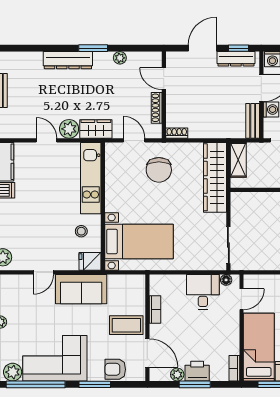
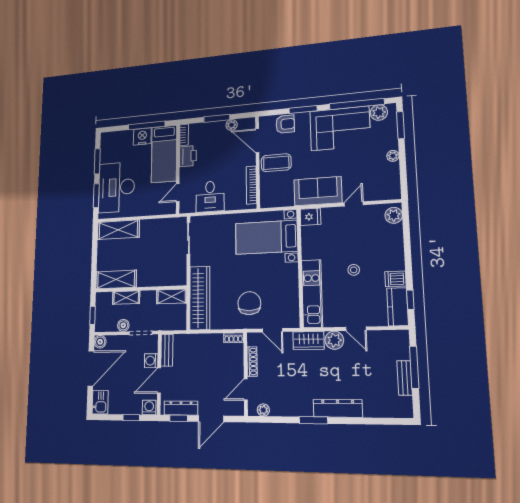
plant: (120, 58) -> (263, 410), moved
door: (164, 79) -> (246, 390), swing flipped
shelving: (238, 160) -> (172, 296), moved, turned 90
stool: (81, 231) -> (354, 270), moved
floor lamp: (226, 280) -> (190, 208), removed
bookcase: (155, 309) -> (251, 185), width x1.56
printer: (197, 371) -> (188, 156), moved, turned -90

